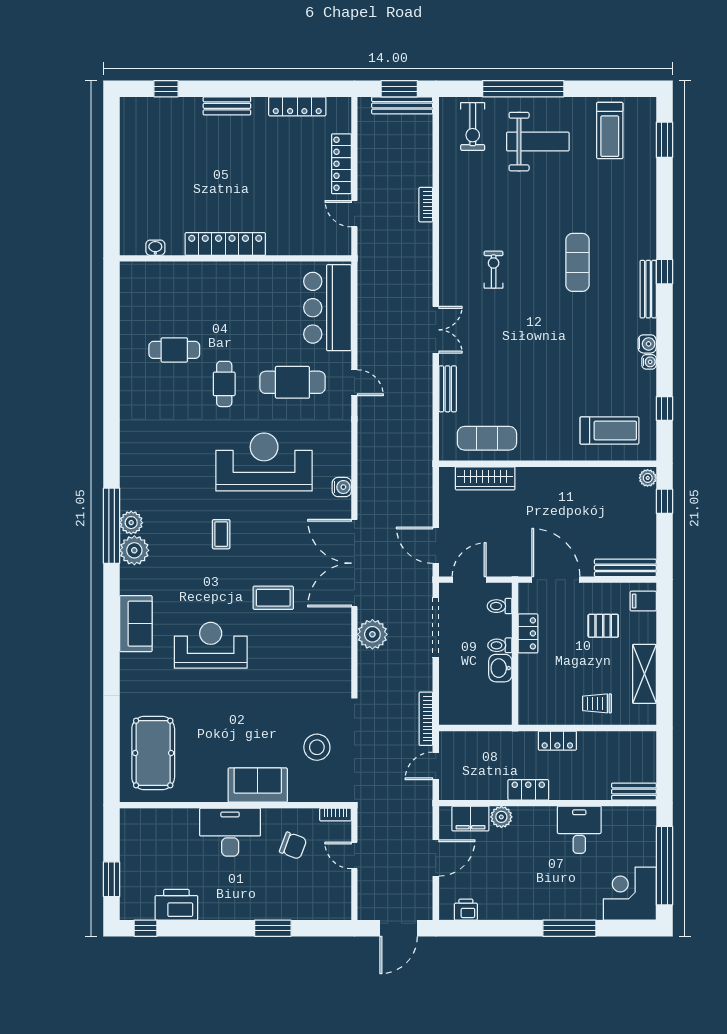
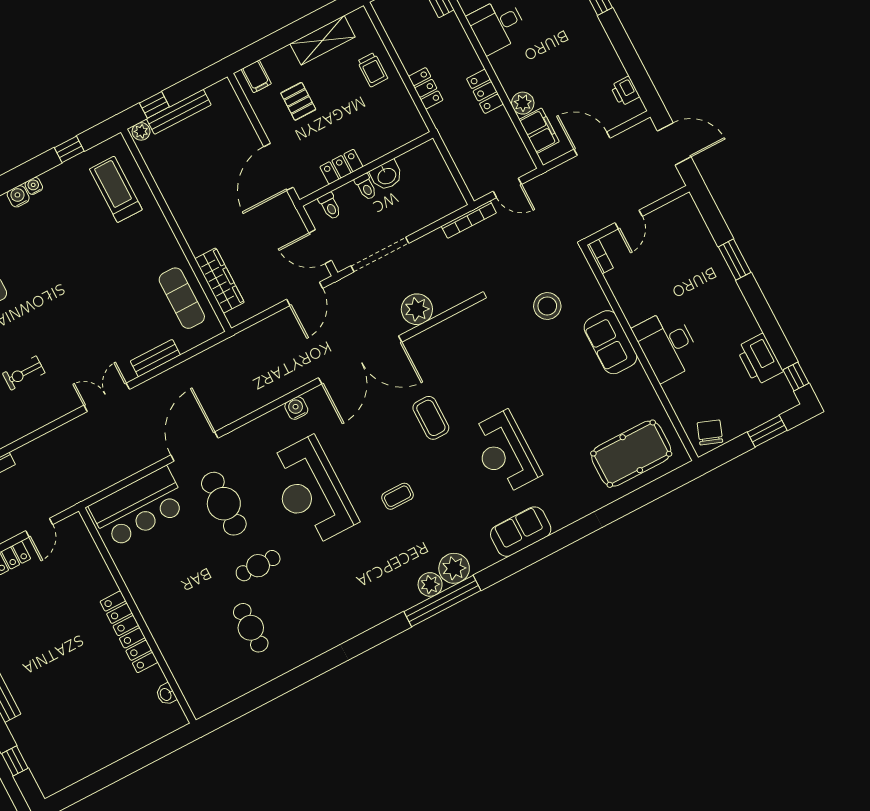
door: (354, 383) -> (194, 447), width x1.87
bench: (625, 568) -> (179, 112), moved, turned 90
chair: (293, 846) -> (710, 432), moved

